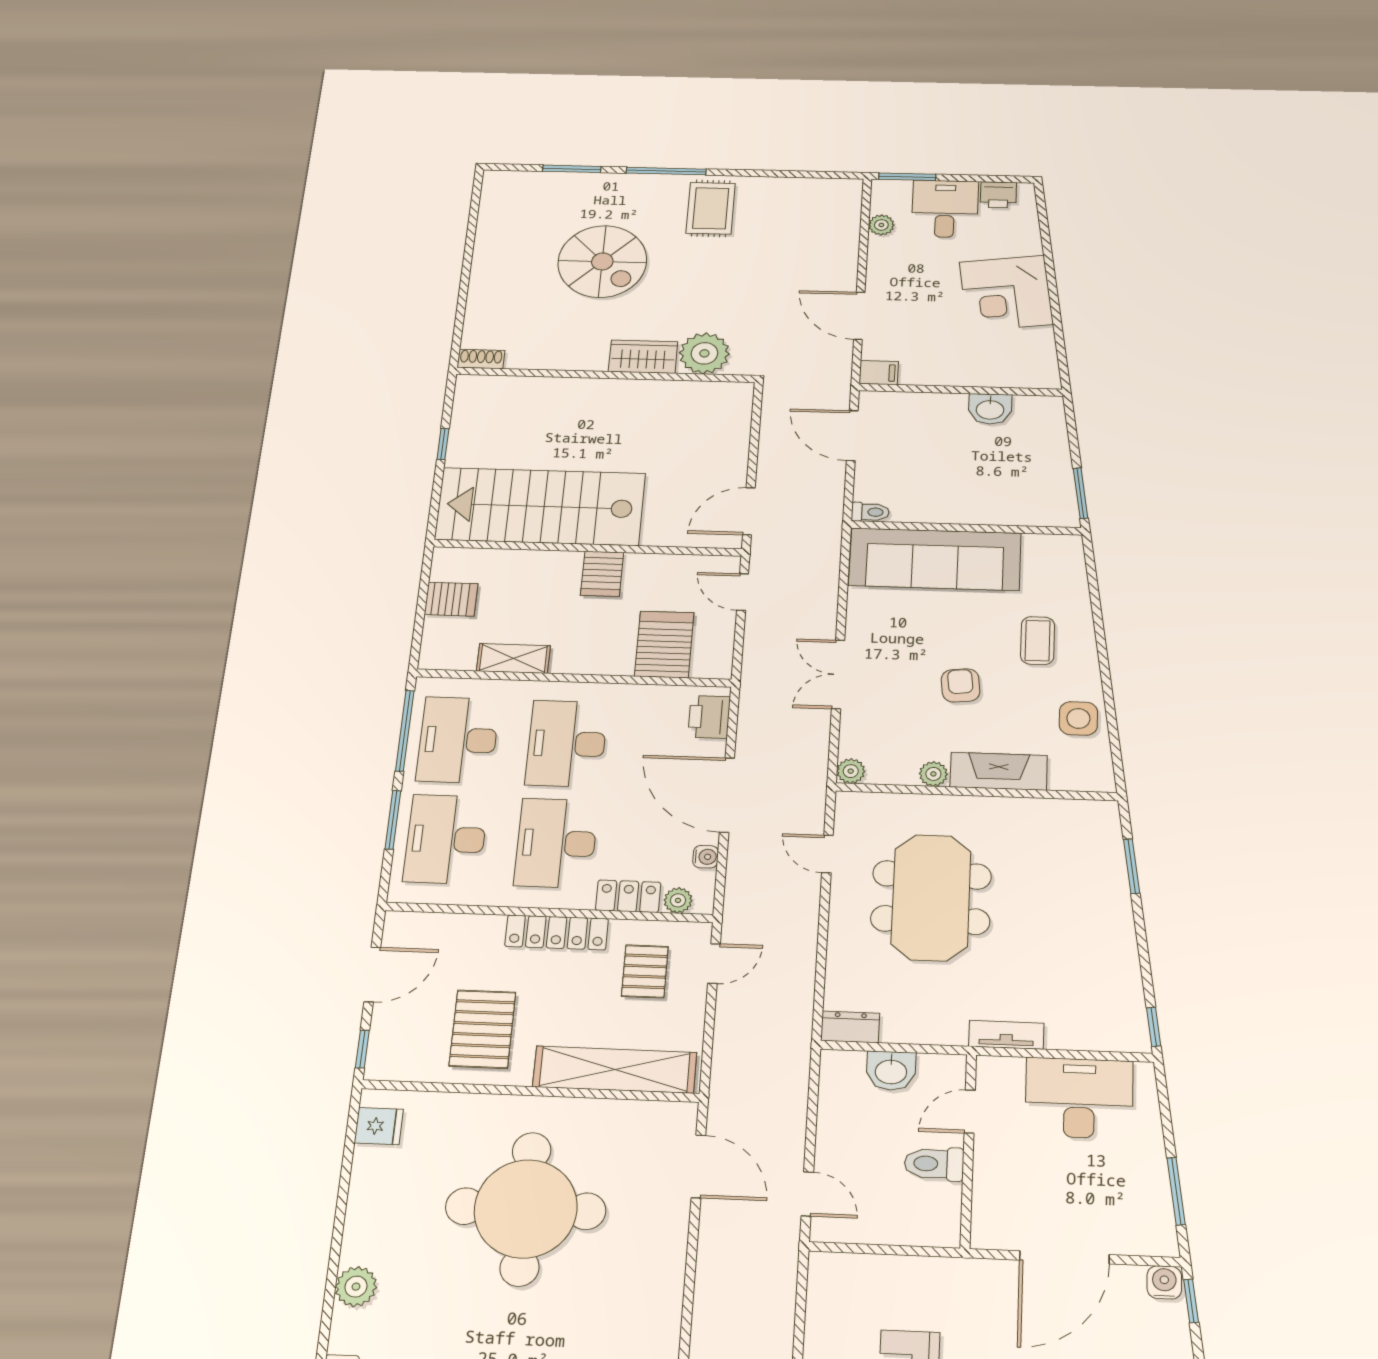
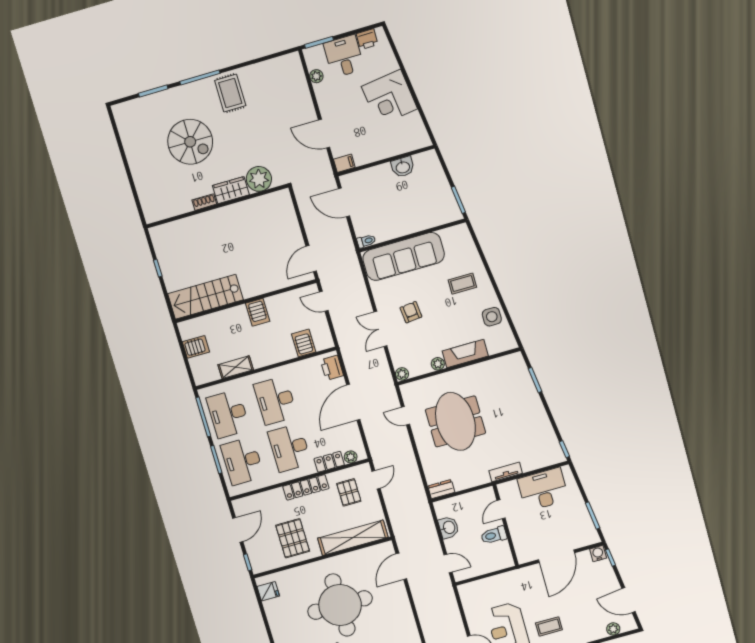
shoe rack: (481, 359) -> (204, 202), moved
stairs: (540, 506) -> (205, 297), width x0.73, depth x0.66
coffee table: (1038, 641) -> (462, 284), turned 90
server rack: (664, 644) -> (304, 343), width x0.73, depth x0.70
armchair: (961, 685) -> (411, 312), moved
door: (727, 795) -> (353, 402), hinge flipped
water cooler: (706, 857) -> (355, 434), removed
washbasin: (891, 1071) -> (449, 527), moved, turned -90
door: (698, 1166) -> (401, 566), swing flipped

